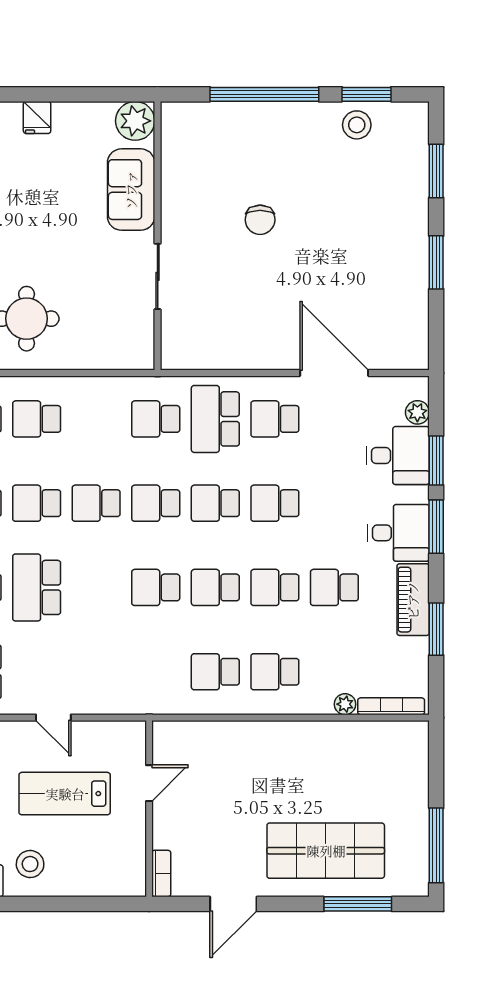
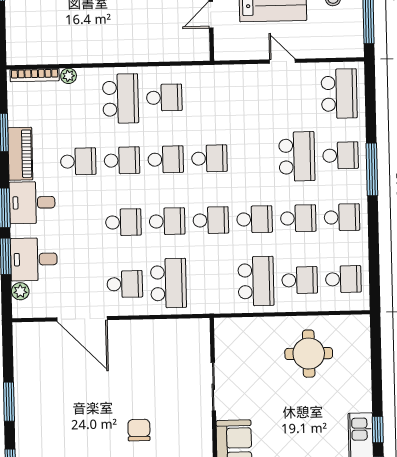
school desk: (156, 419) -> (256, 281), moved, width x1.85
school desk: (275, 672) -> (121, 99), width x1.85

